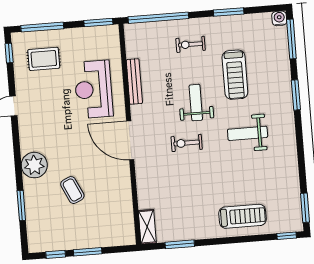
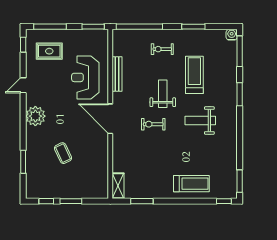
treadmill: (235, 75) -> (194, 75), turned 180
plant: (34, 165) -> (35, 116), moved

